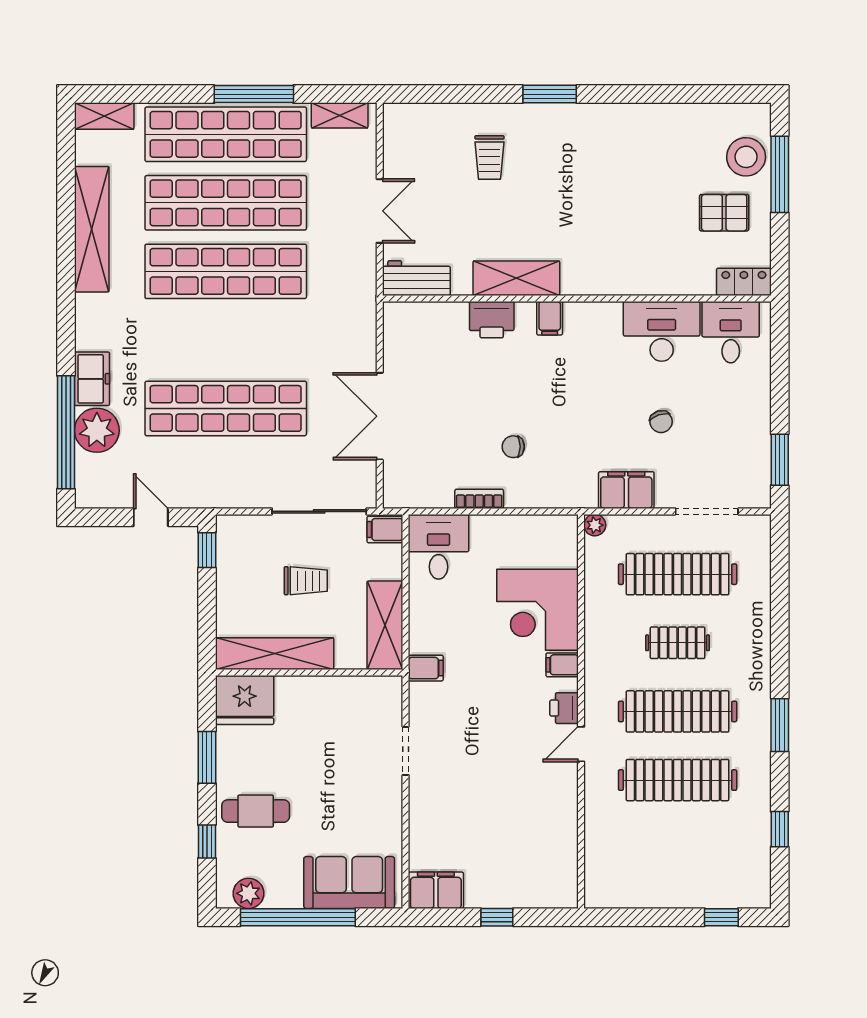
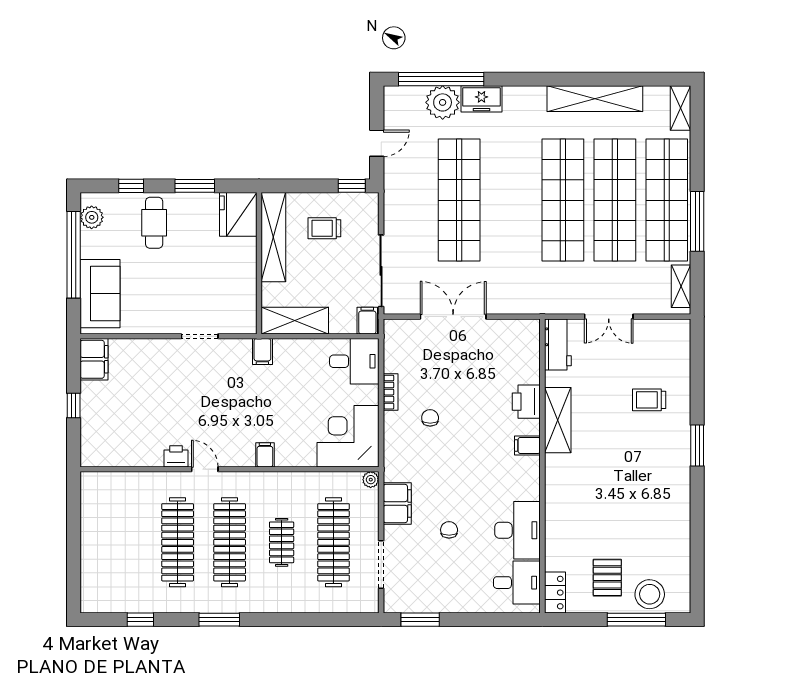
chair: (661, 422) -> (449, 530), turned 108
trolley: (306, 581) -> (324, 228), moved, turned 90
corner desk: (538, 610) -> (348, 436), moved
printer: (564, 708) -> (176, 456), moved
window: (721, 917) -> (74, 576), removed

